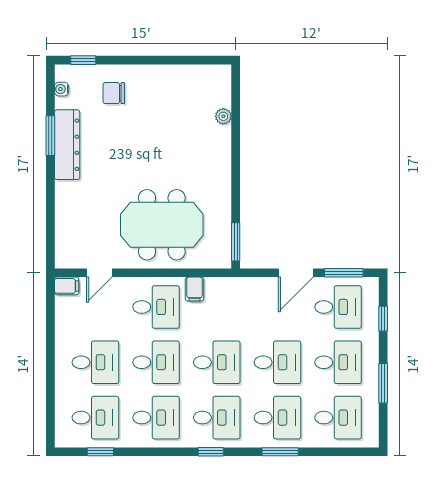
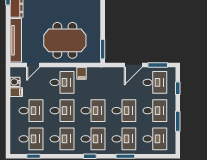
tv unit: (66, 224) -> (16, 40), added
filing cabinet: (67, 286) -> (16, 92), moved
water cooler: (64, 306) -> (15, 82), added

